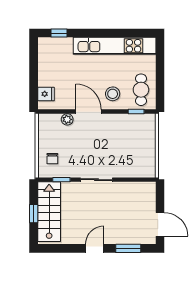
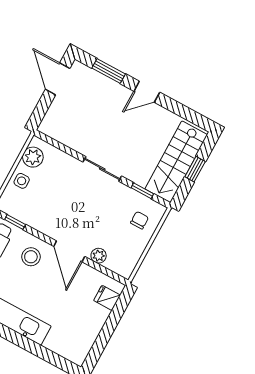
window: (59, 33) -> (54, 359), removed
side table: (147, 142) -> (22, 181), added
plant: (148, 162) -> (33, 157), added

